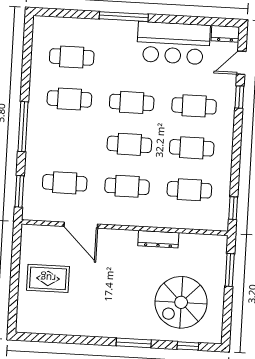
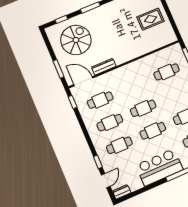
bar counter: (173, 43) -> (159, 167), moved
cafe table: (127, 186) -> (134, 86), removed
door: (81, 225) -> (83, 81), moved

